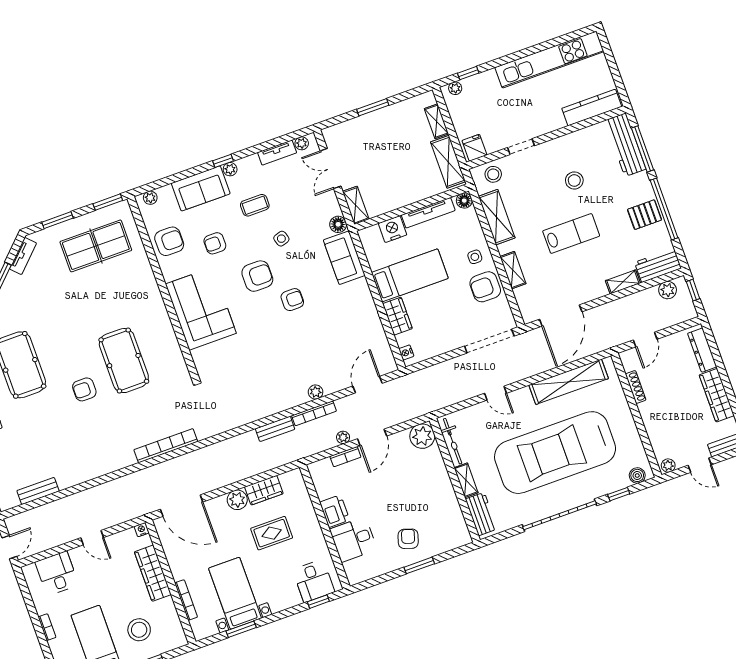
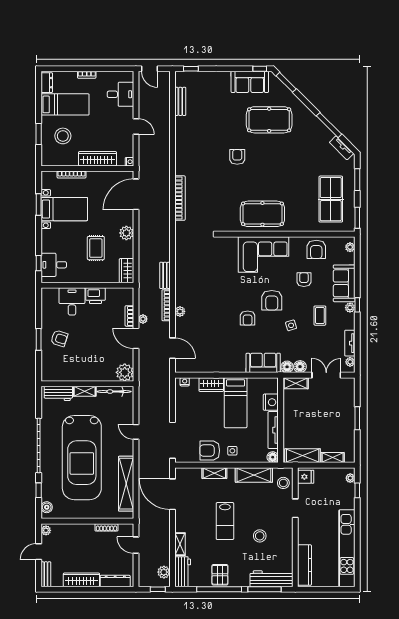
floor lamp: (332, 207) -> (300, 367), added
armchair: (485, 287) -> (210, 451), turned -90
pool table: (124, 361) -> (262, 214), moved
door: (495, 393) -> (136, 432), hinge flipped
car: (555, 453) -> (82, 458), turned 180
wardrobe: (264, 490) -> (126, 271), moved
door: (92, 538) -> (136, 127), swing flipped

